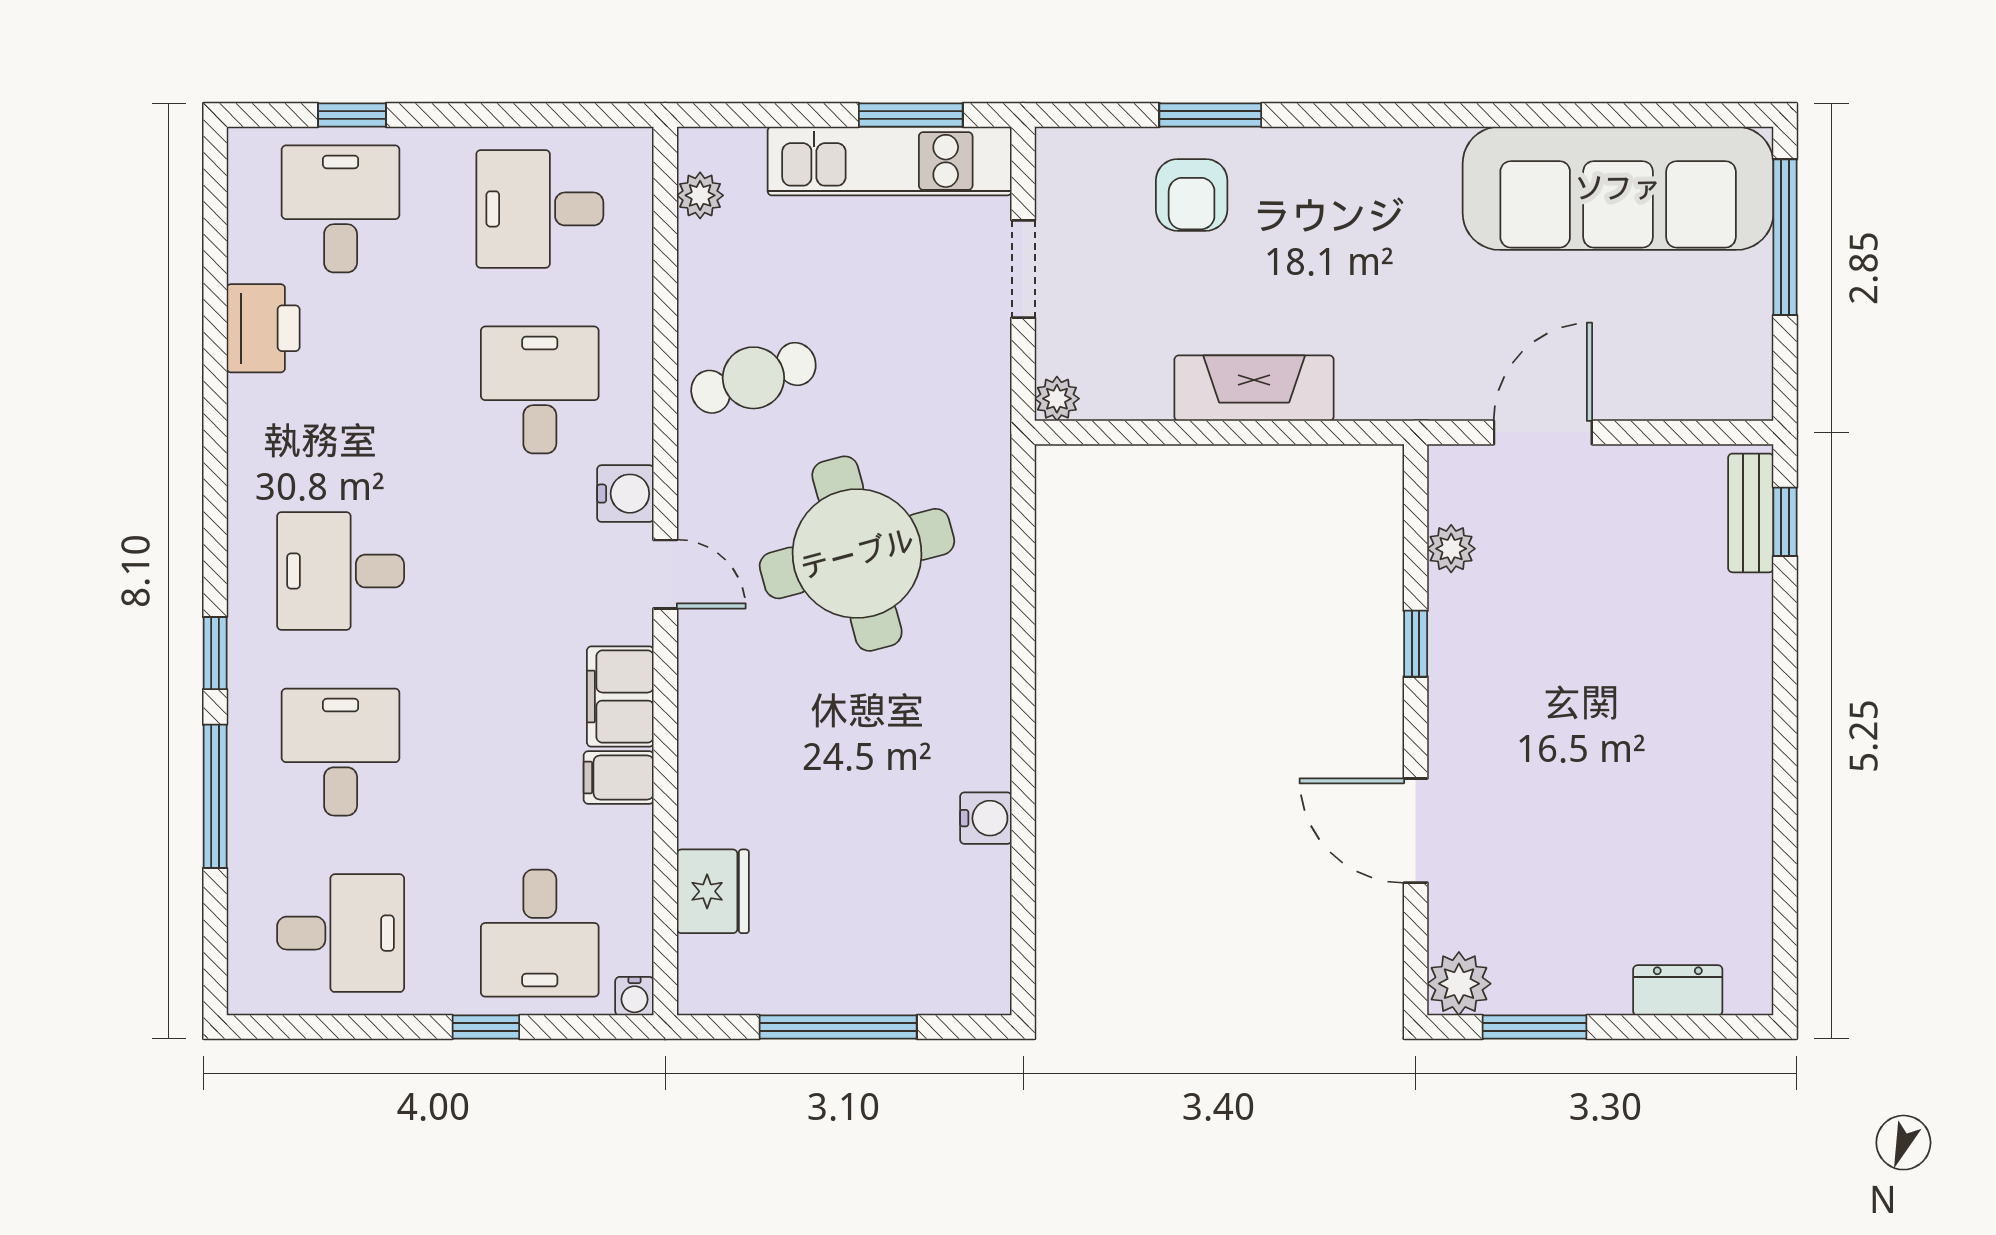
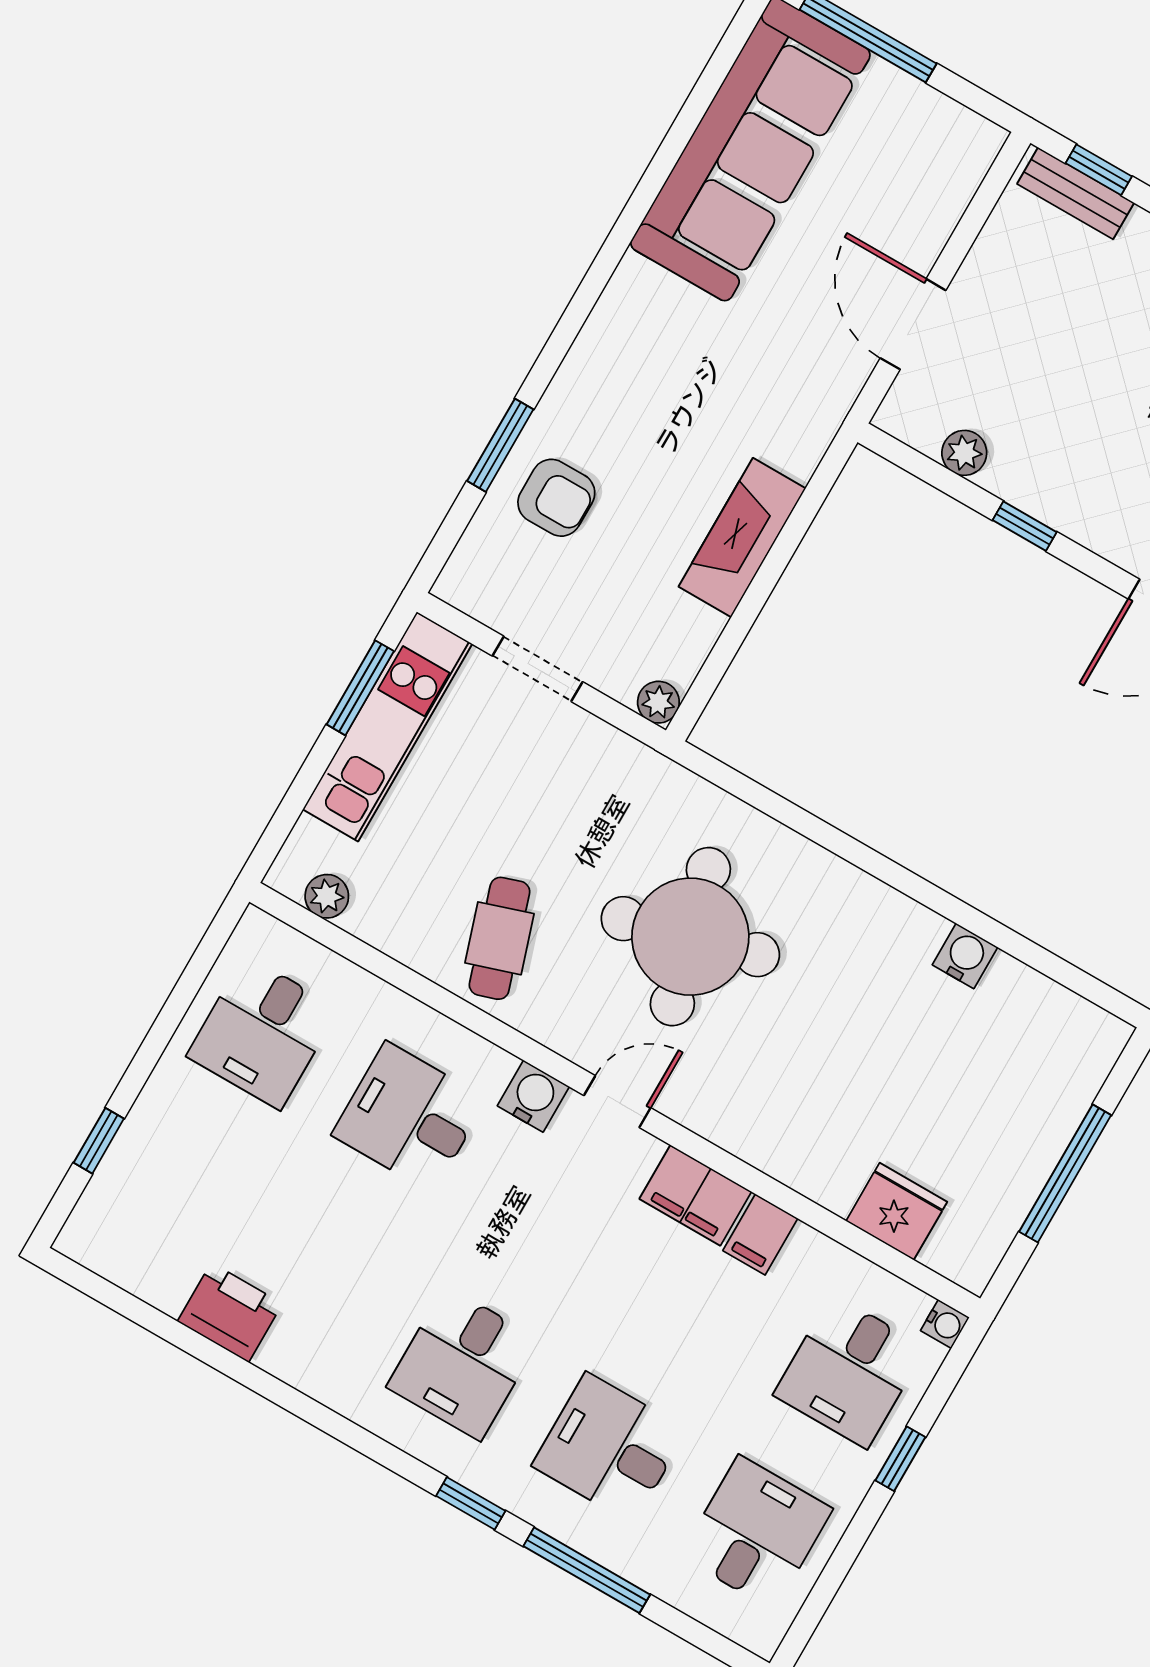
desk: (341, 209) -> (169, 1194), removed
desk: (540, 933) -> (849, 1371), turned 90

